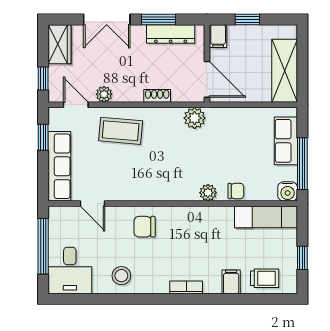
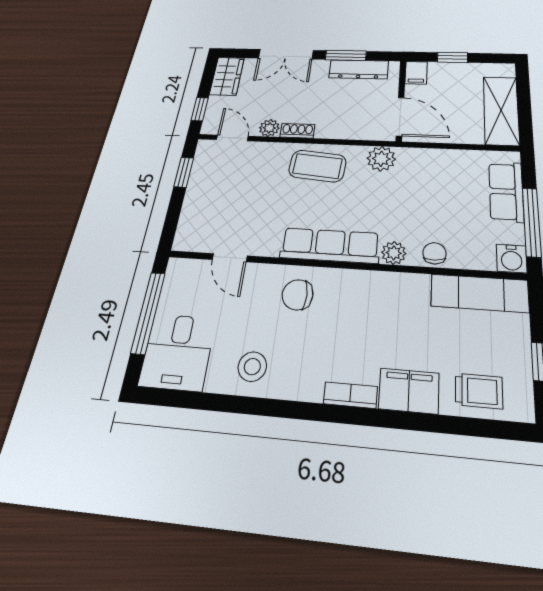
shoe rack: (157, 96) -> (297, 131), moved
coffee table: (121, 131) -> (317, 166), moved
row of seats: (59, 166) -> (330, 245), moved, turned -90
chair: (236, 191) -> (434, 253), turned -91
filing cabinet: (231, 282) -> (409, 391), width x2.00

